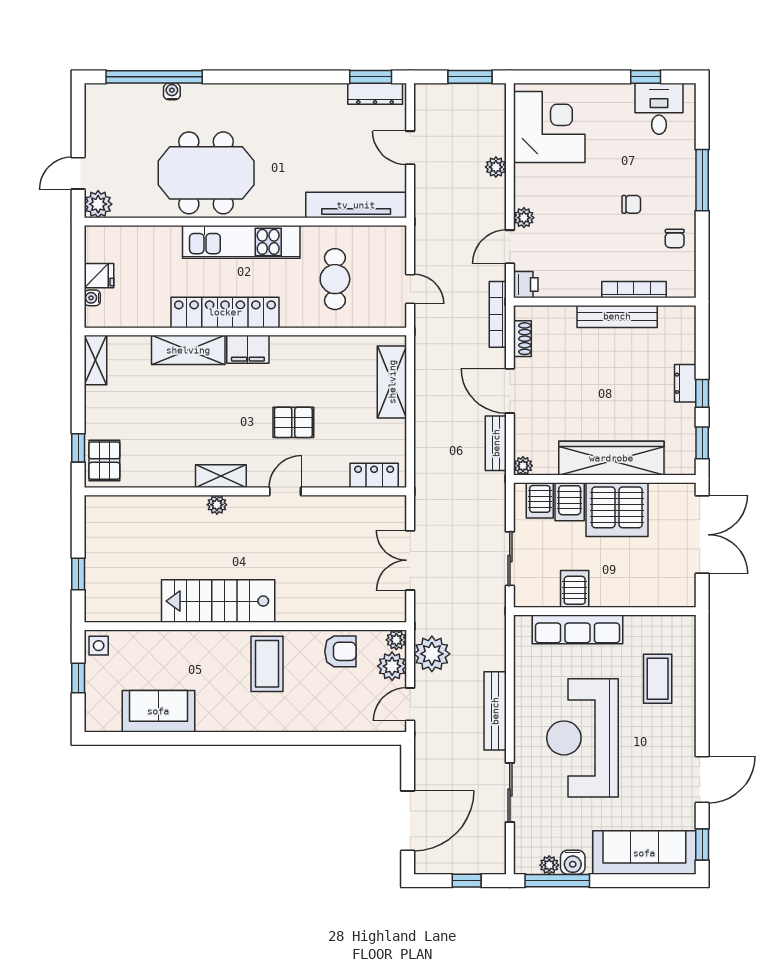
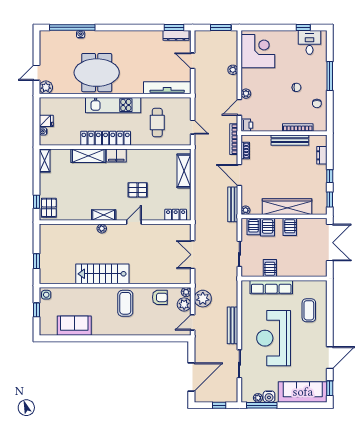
dresser: (685, 383) -> (322, 155), moved
bench: (496, 443) -> (233, 204), width x1.36
server rack: (617, 510) -> (290, 227), width x0.46, depth x0.70

